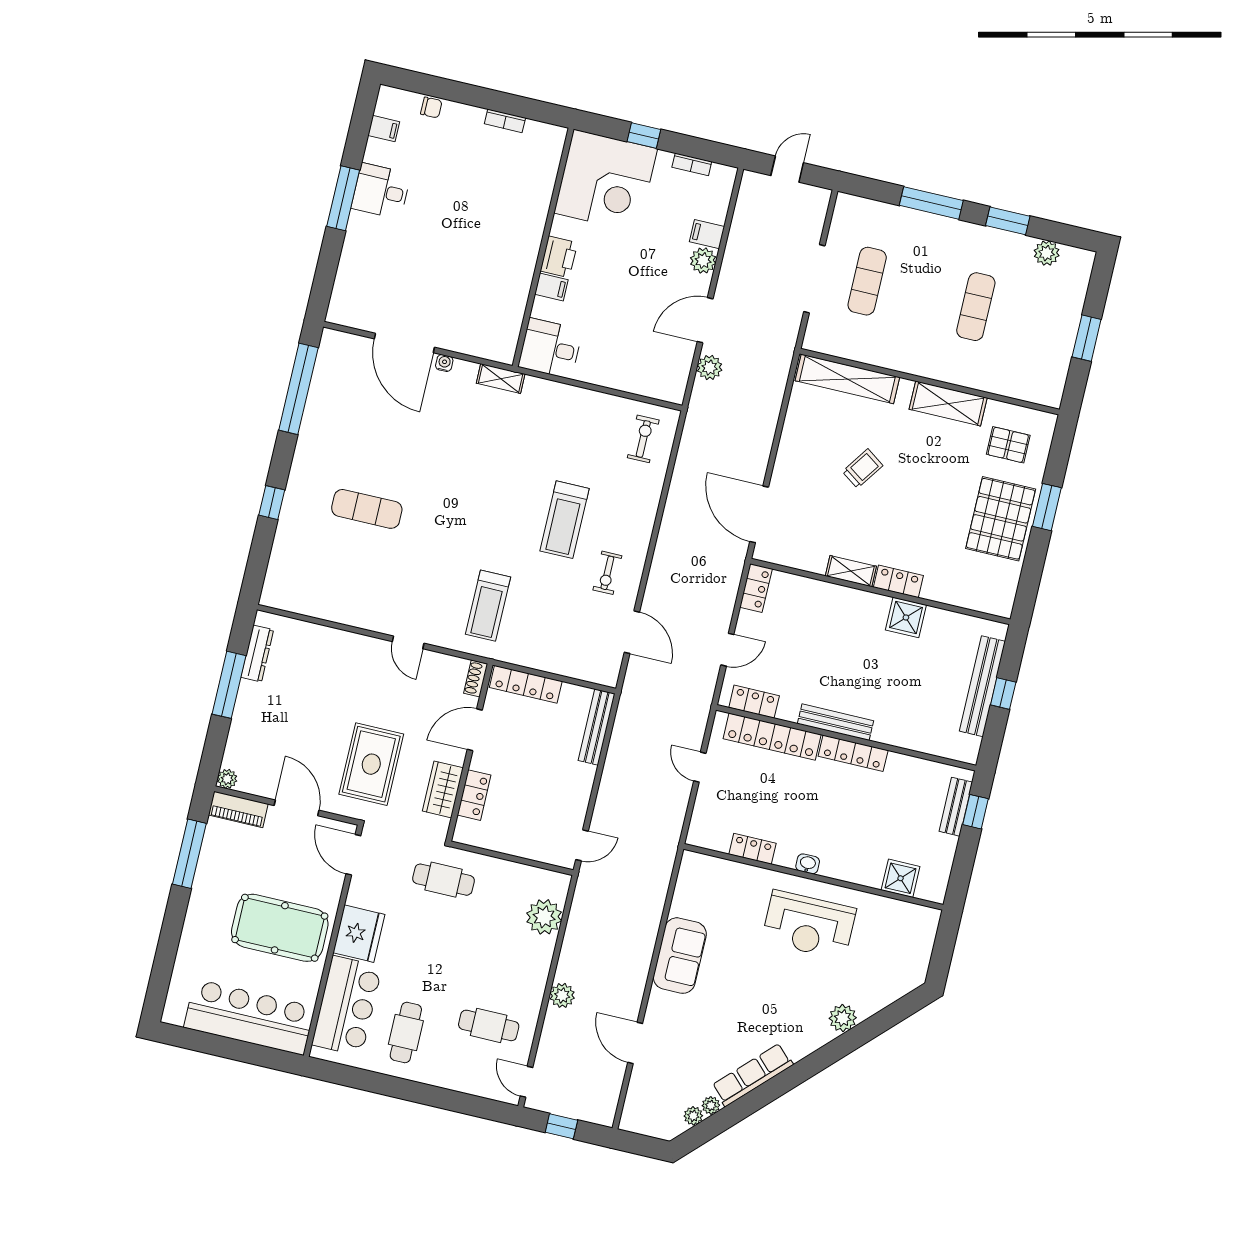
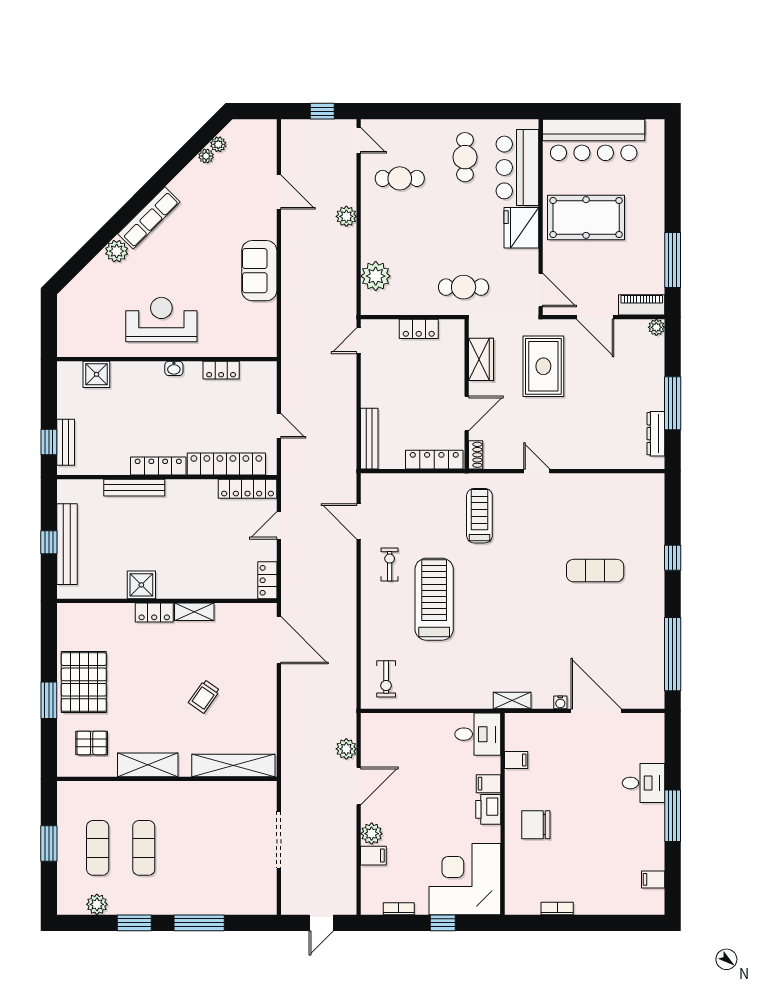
chair: (431, 107) -> (536, 825), moved, width x1.87, depth x1.87
desk: (381, 191) -> (644, 783), moved
exercise mat: (867, 281) -> (98, 848), moved
filing cabinet: (512, 307) -> (516, 760), added
treadmill: (565, 520) -> (434, 599), width x1.37, depth x1.38
locker: (754, 702) -> (247, 489), width x1.53
bench: (836, 722) -> (134, 488), moved
locker: (474, 795) -> (419, 329), moved, turned -90
row of seats: (753, 1075) -> (149, 218), moved

